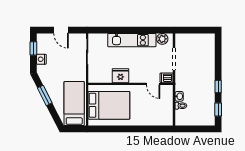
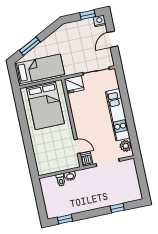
nightstand: (41, 59) -> (99, 21), moved
fridge: (121, 76) -> (74, 84), moved, turned 90
door: (153, 84) -> (77, 146), swing flipped
window: (218, 86) -> (117, 208), moved
window: (45, 95) -> (30, 46), moved

